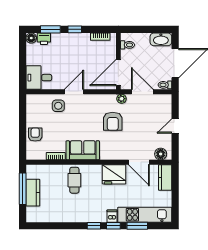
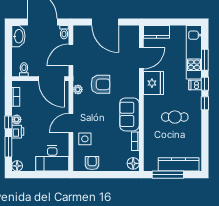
plant: (78, 38) -> (17, 119), added
printer: (44, 39) -> (18, 132), moved
desk: (39, 78) -> (52, 158), width x1.37
door: (74, 92) -> (71, 123), hinge flipped
plant: (122, 99) -> (78, 89), moved
door: (175, 126) -> (105, 22), width x1.88
armchair: (35, 135) -> (92, 163), moved, turned 90
floor lamp: (161, 154) -> (133, 163), moved
cafe table: (74, 180) -> (175, 117), moved
kitchen counter: (33, 193) -> (179, 164), width x1.50

